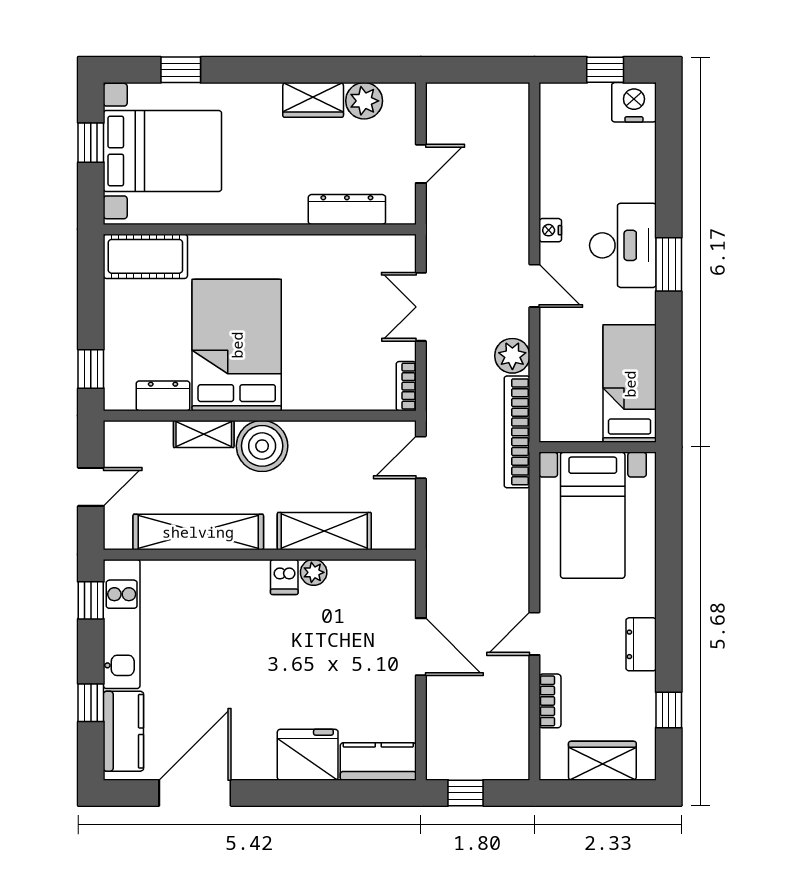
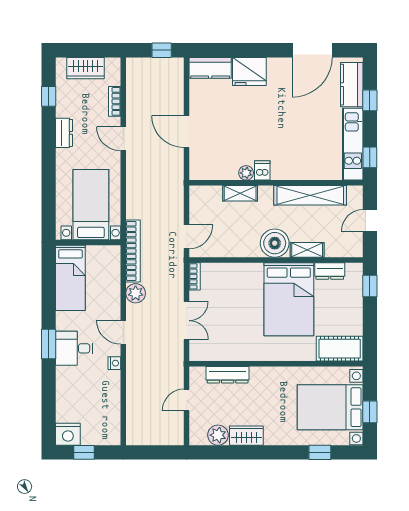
desk: (623, 245) -> (74, 348), width x0.73
shelving: (324, 531) -> (240, 193), width x0.67, depth x0.75
door: (534, 634) -> (123, 139), swing flipped

